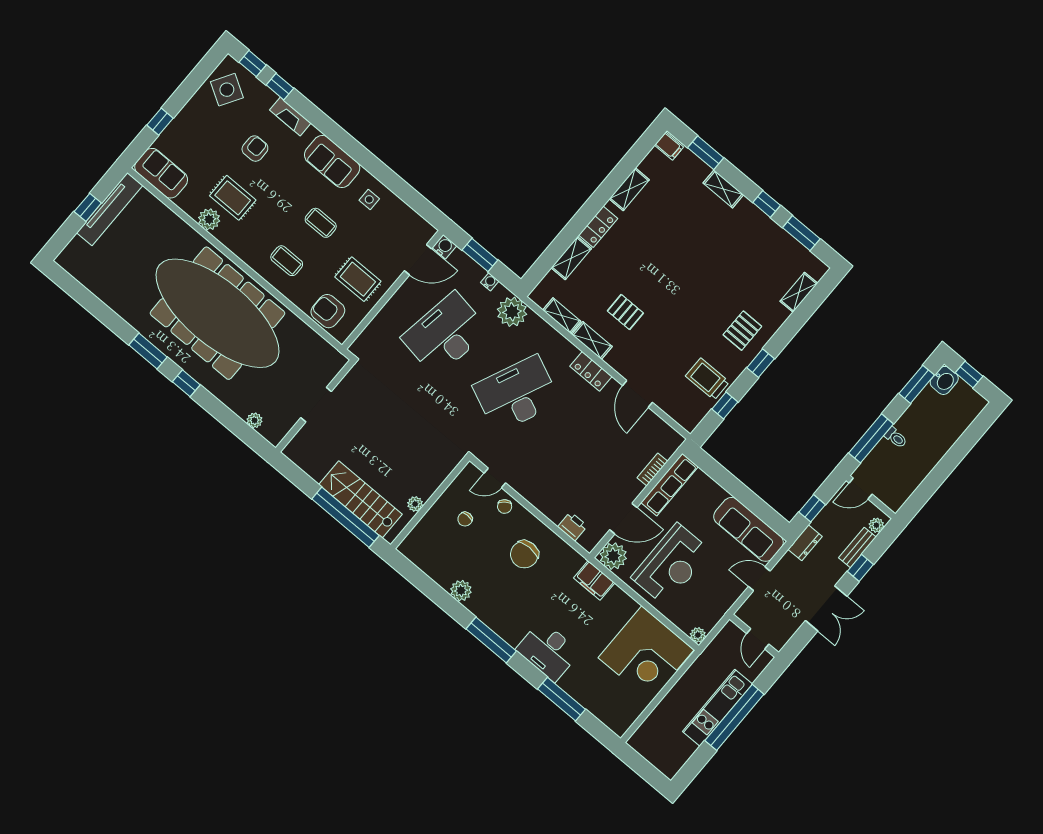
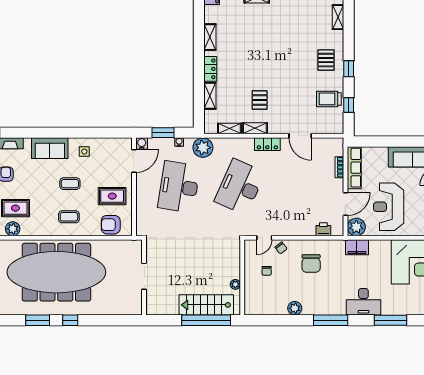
pallet: (625, 312) -> (260, 100), turned 90
plant: (254, 420) -> (120, 310), removed
reception desk: (671, 564) -> (389, 207), turned 180

